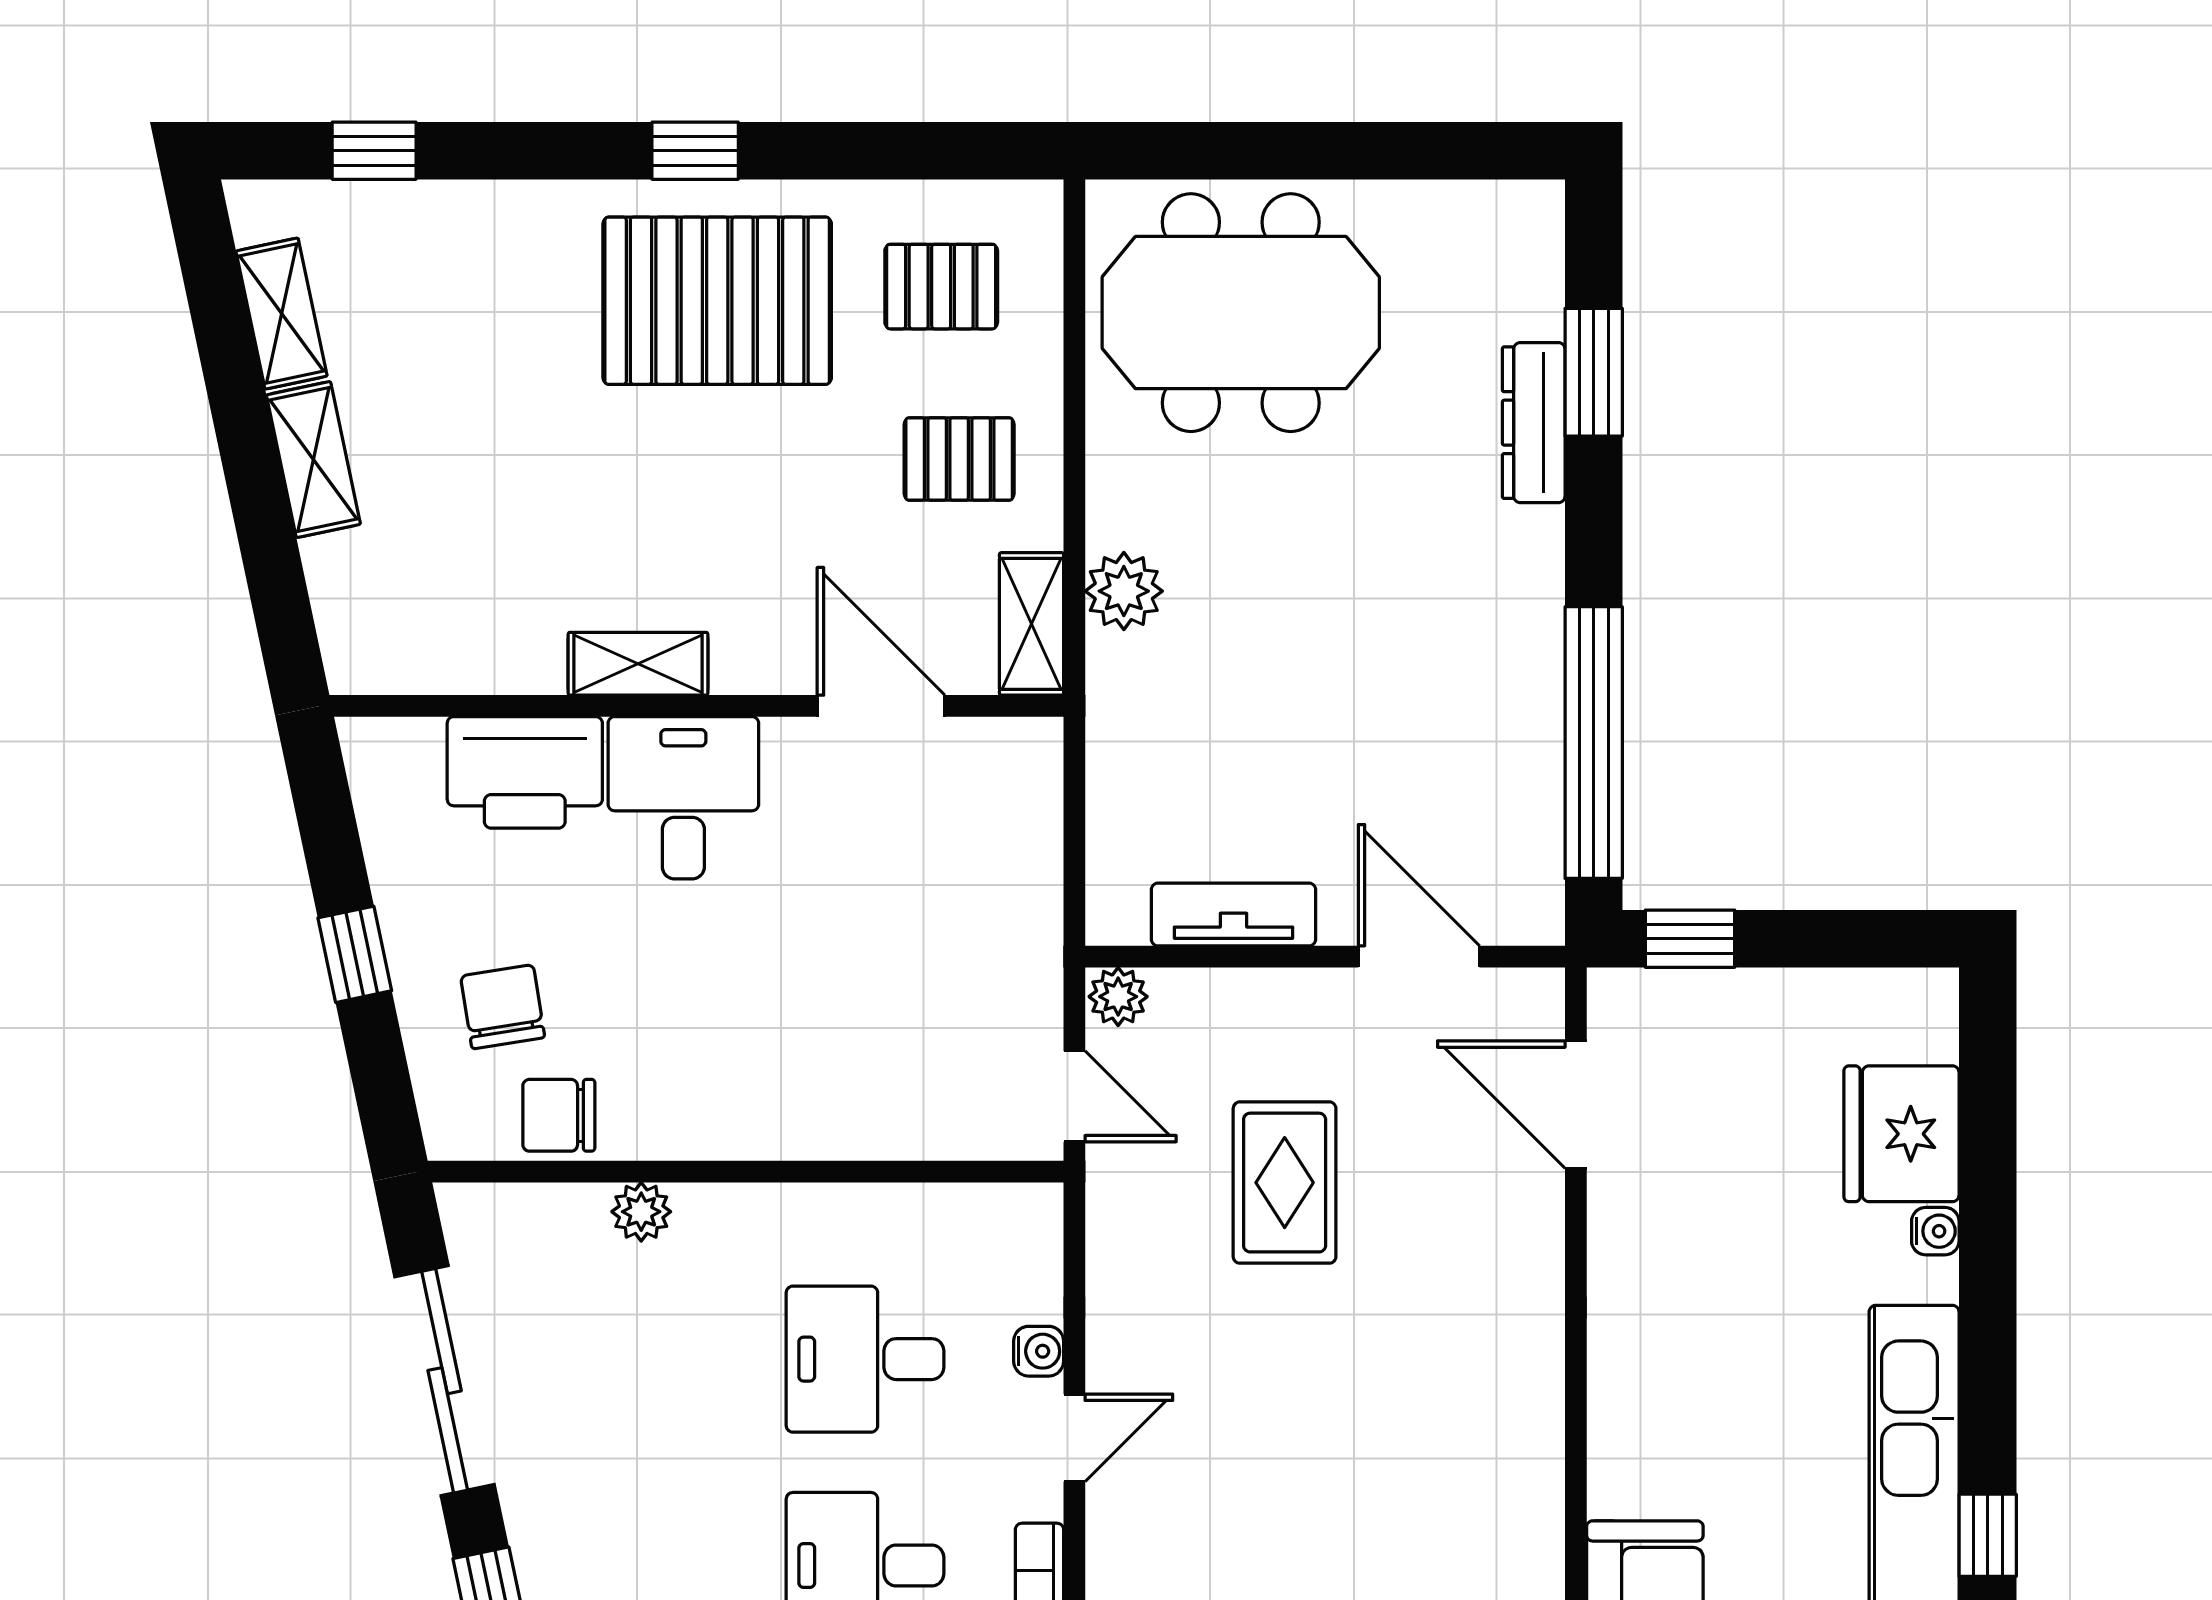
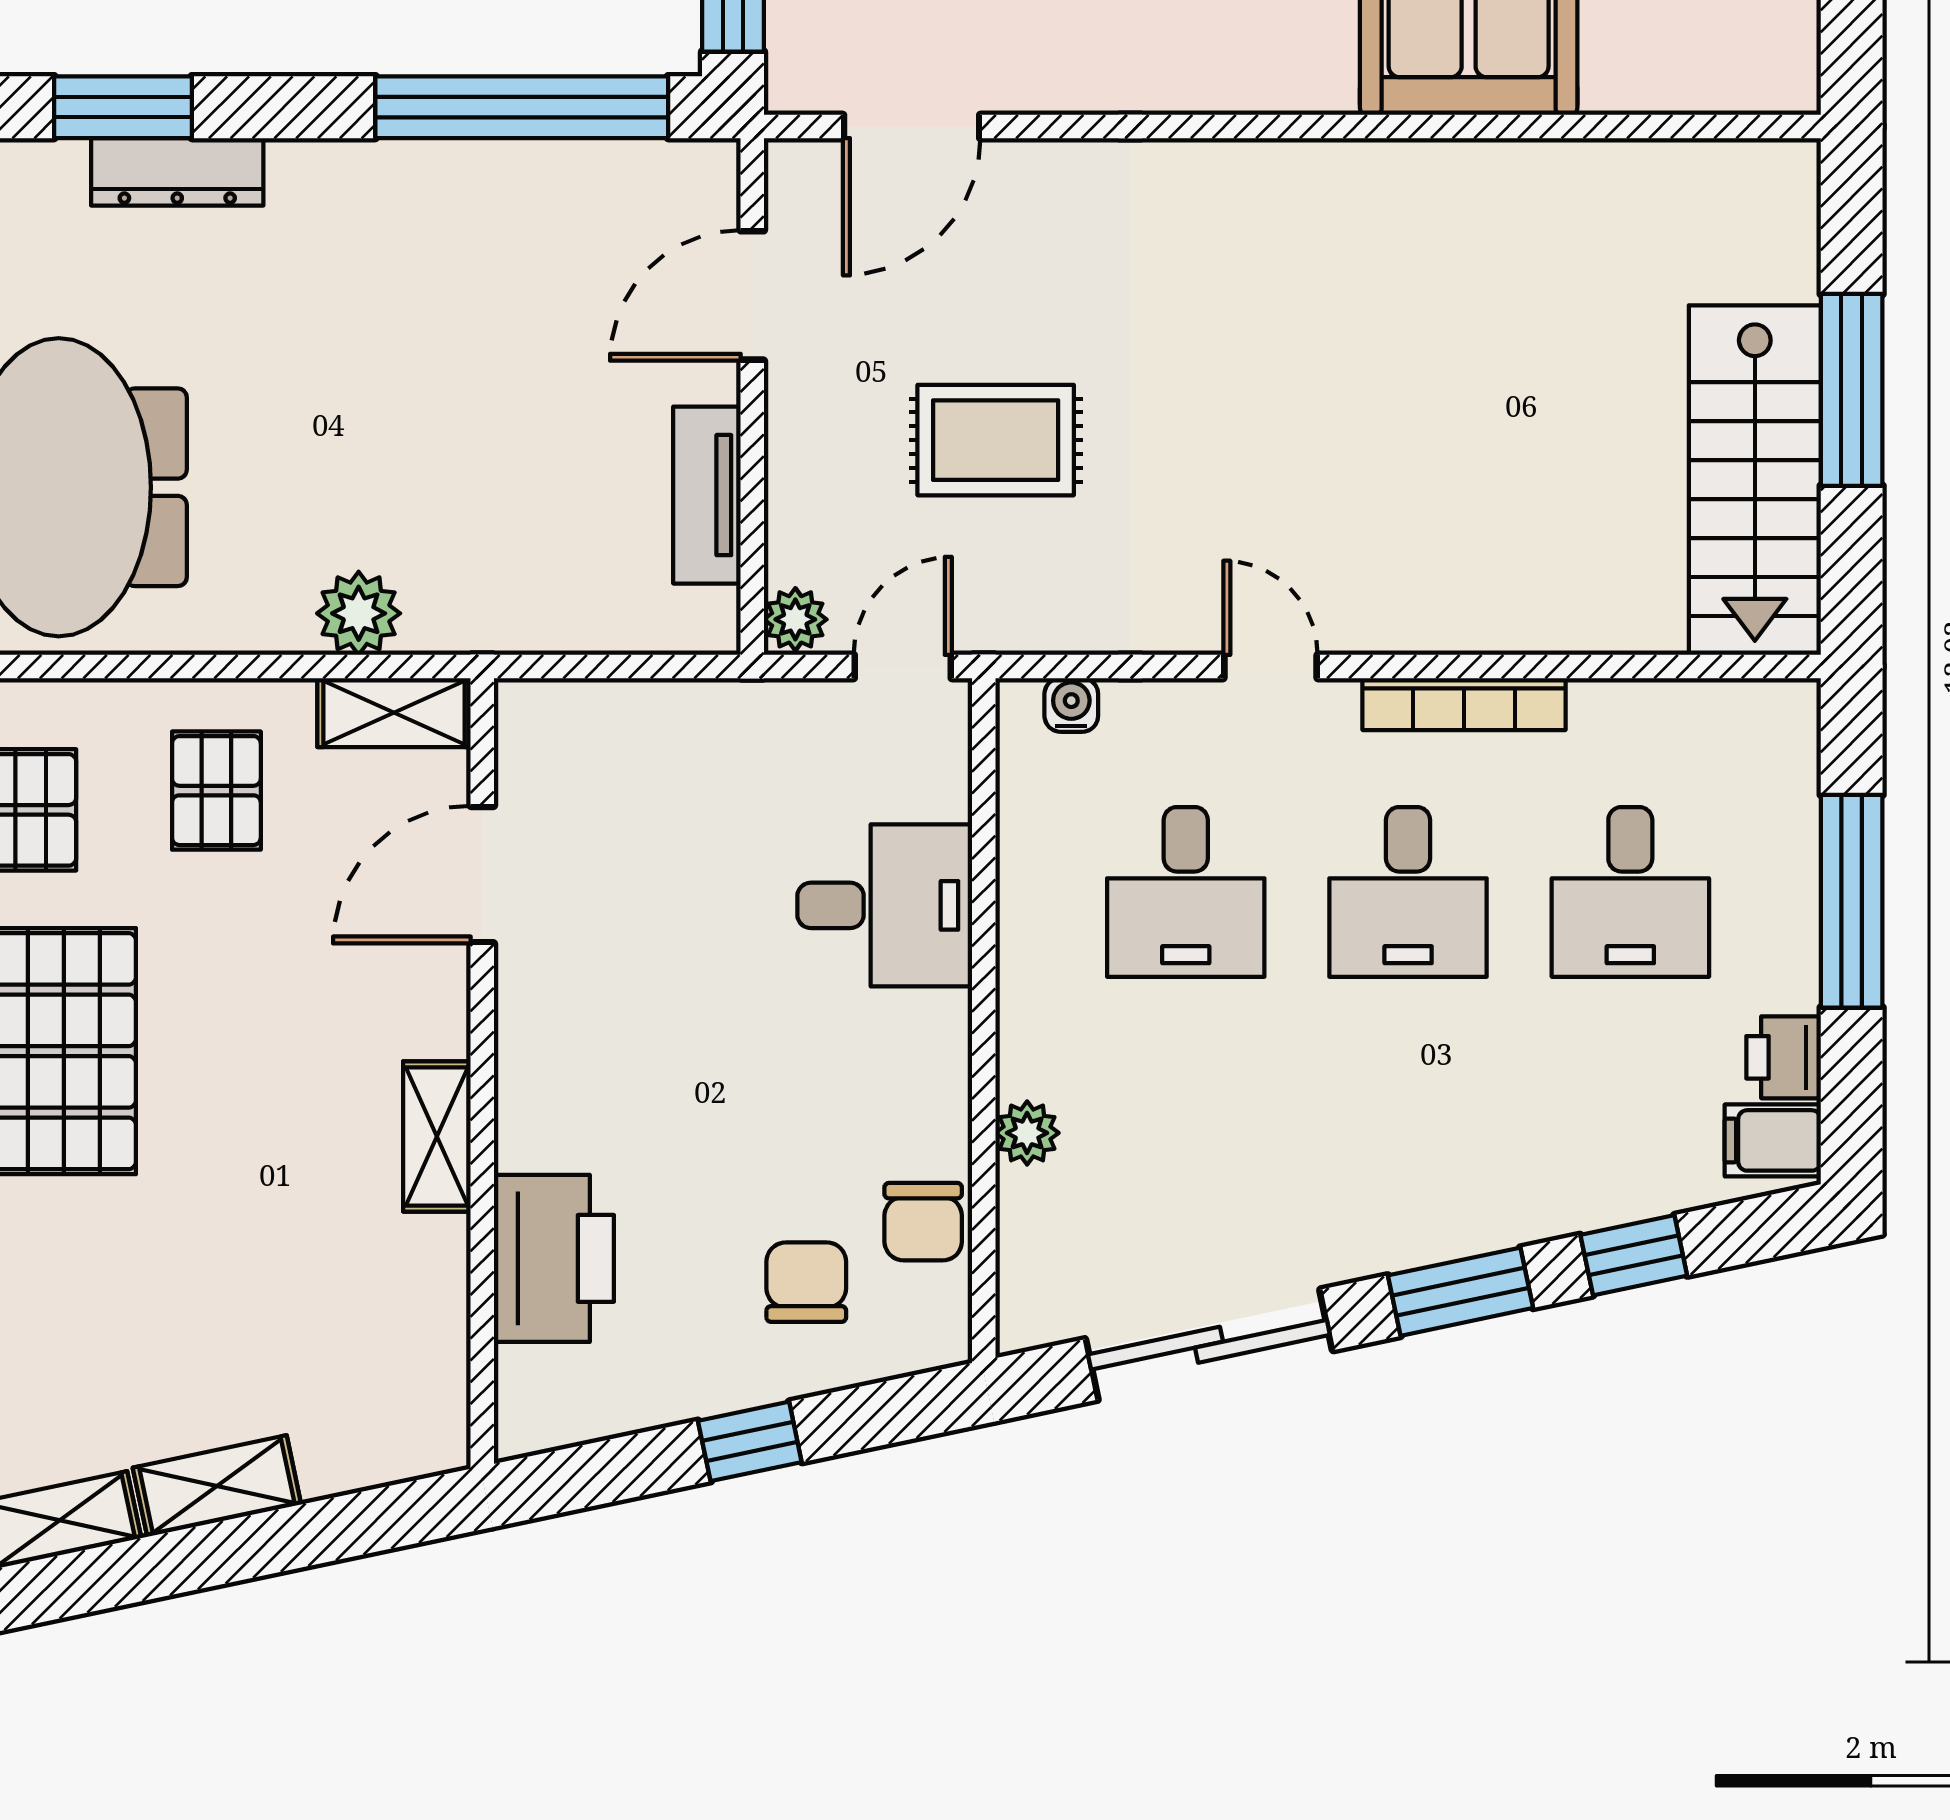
desk: (683, 798) -> (885, 905), moved, turned 180
chair: (503, 1007) -> (806, 1282), turned 99
water cooler: (1039, 1351) -> (1071, 705), moved

